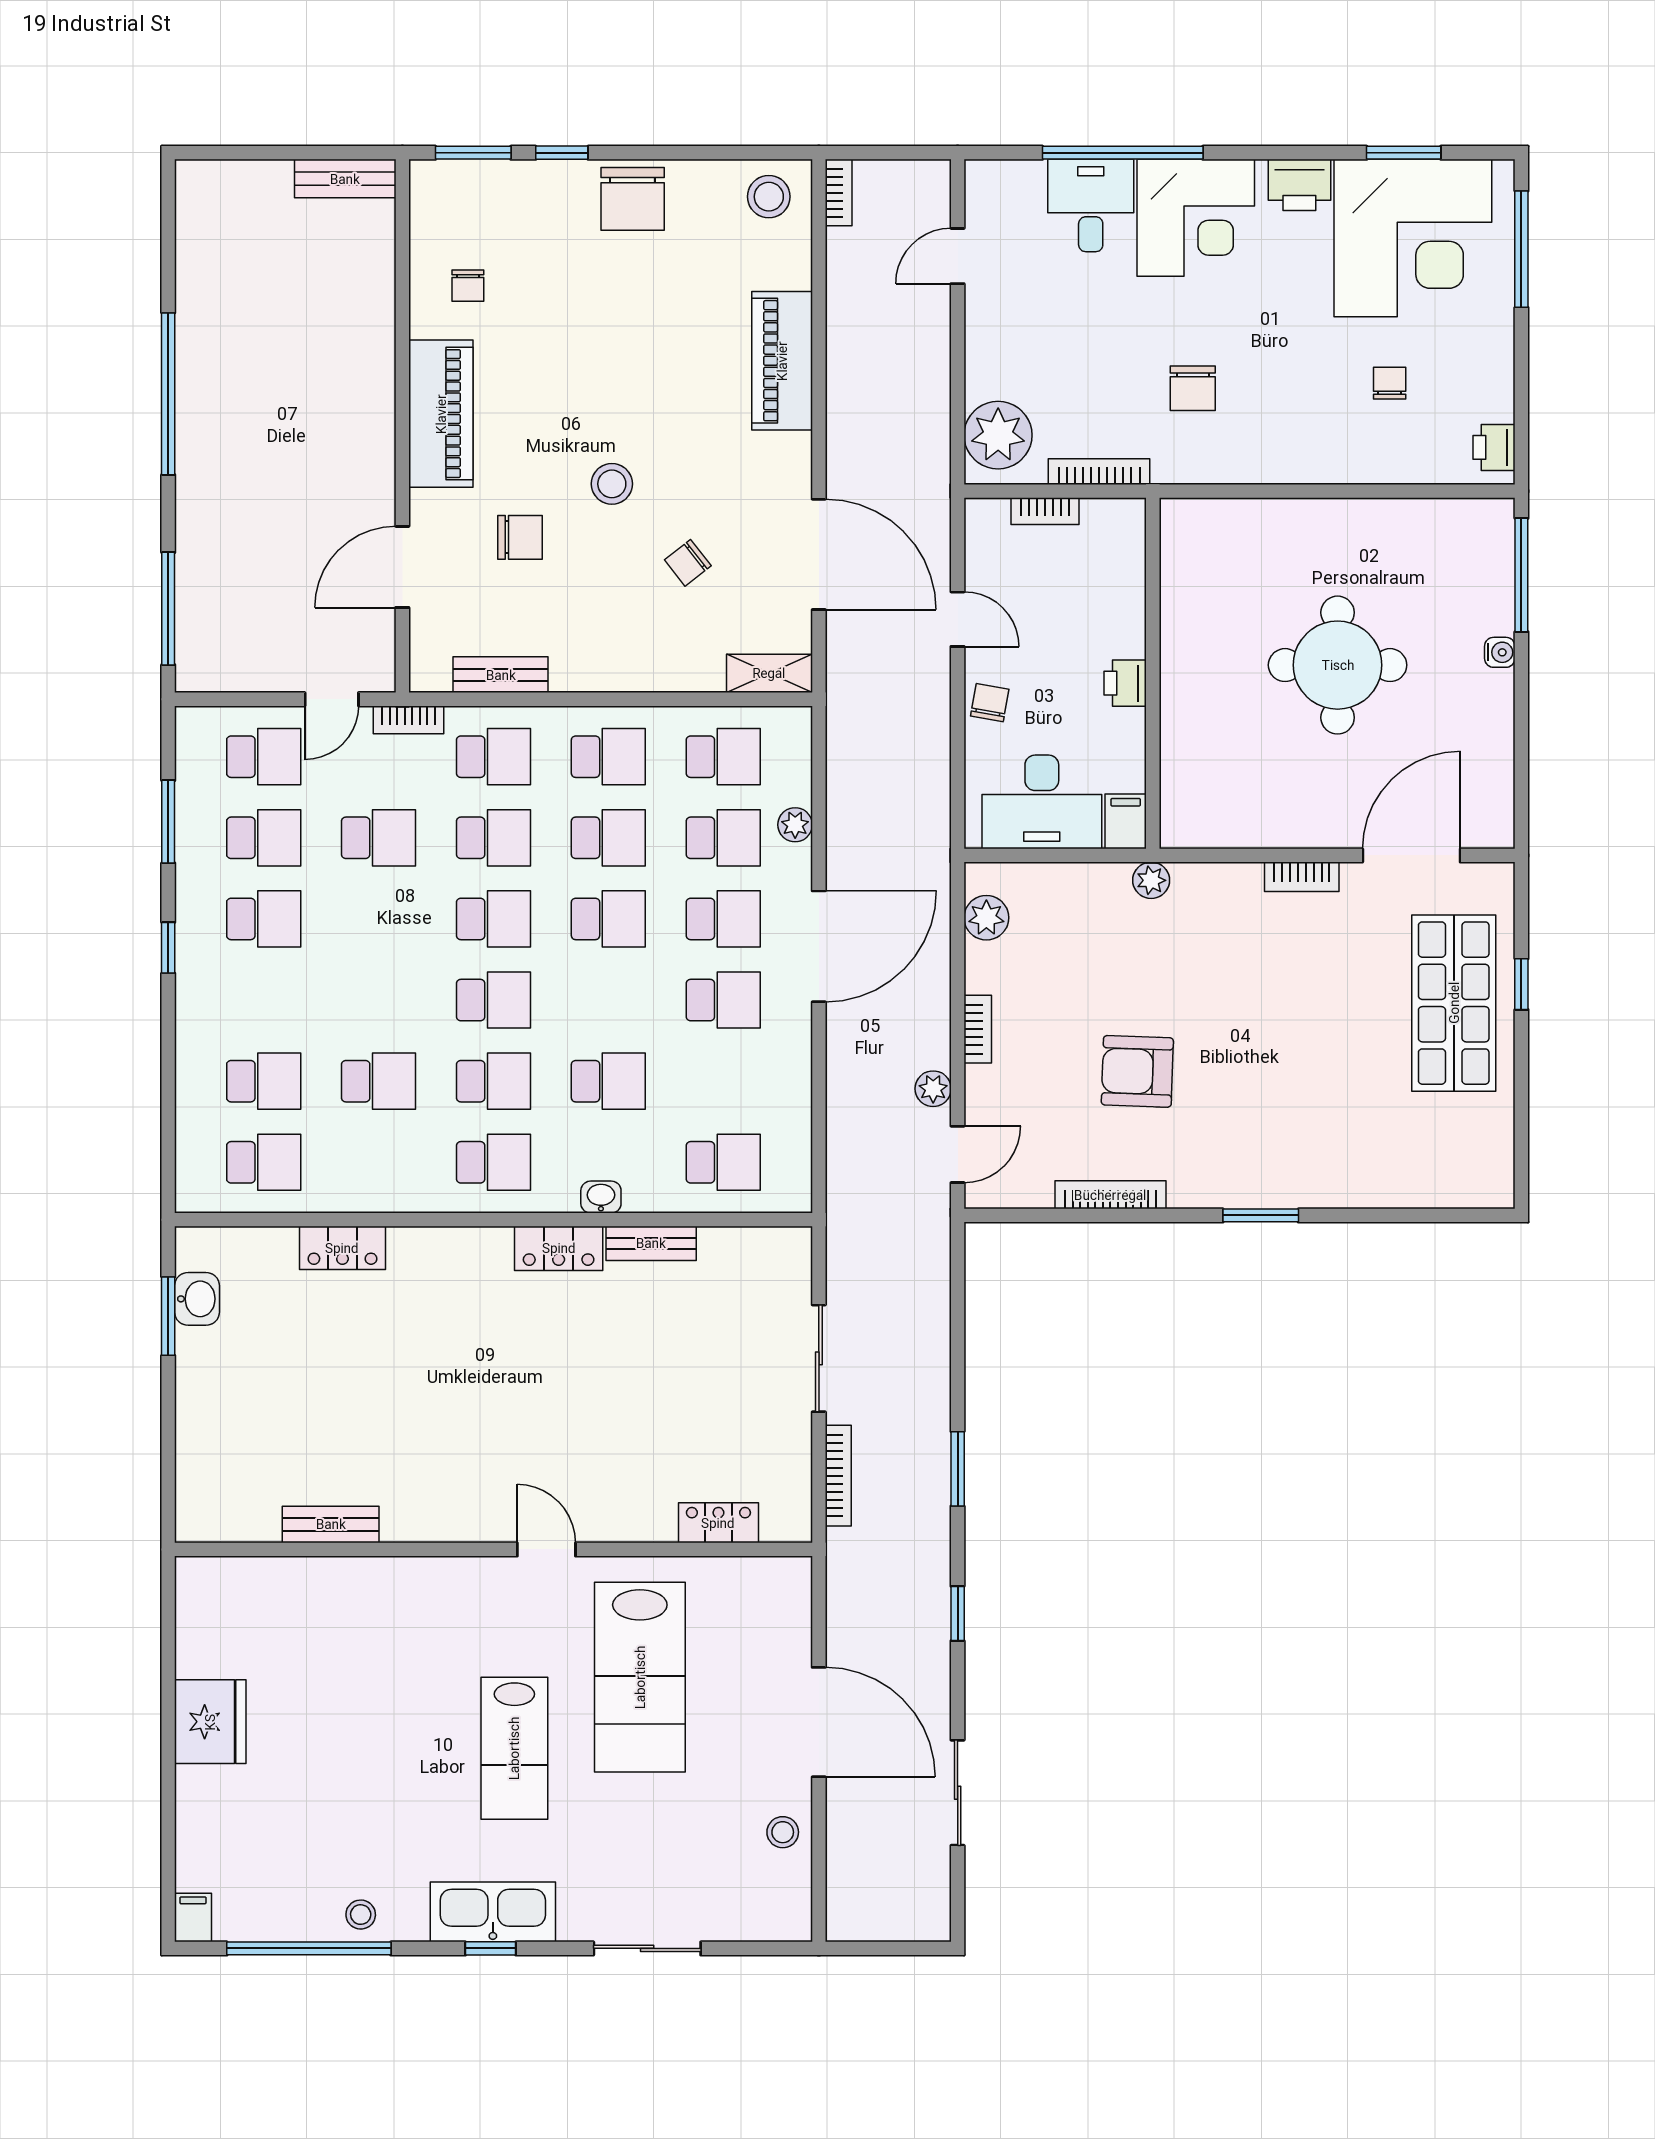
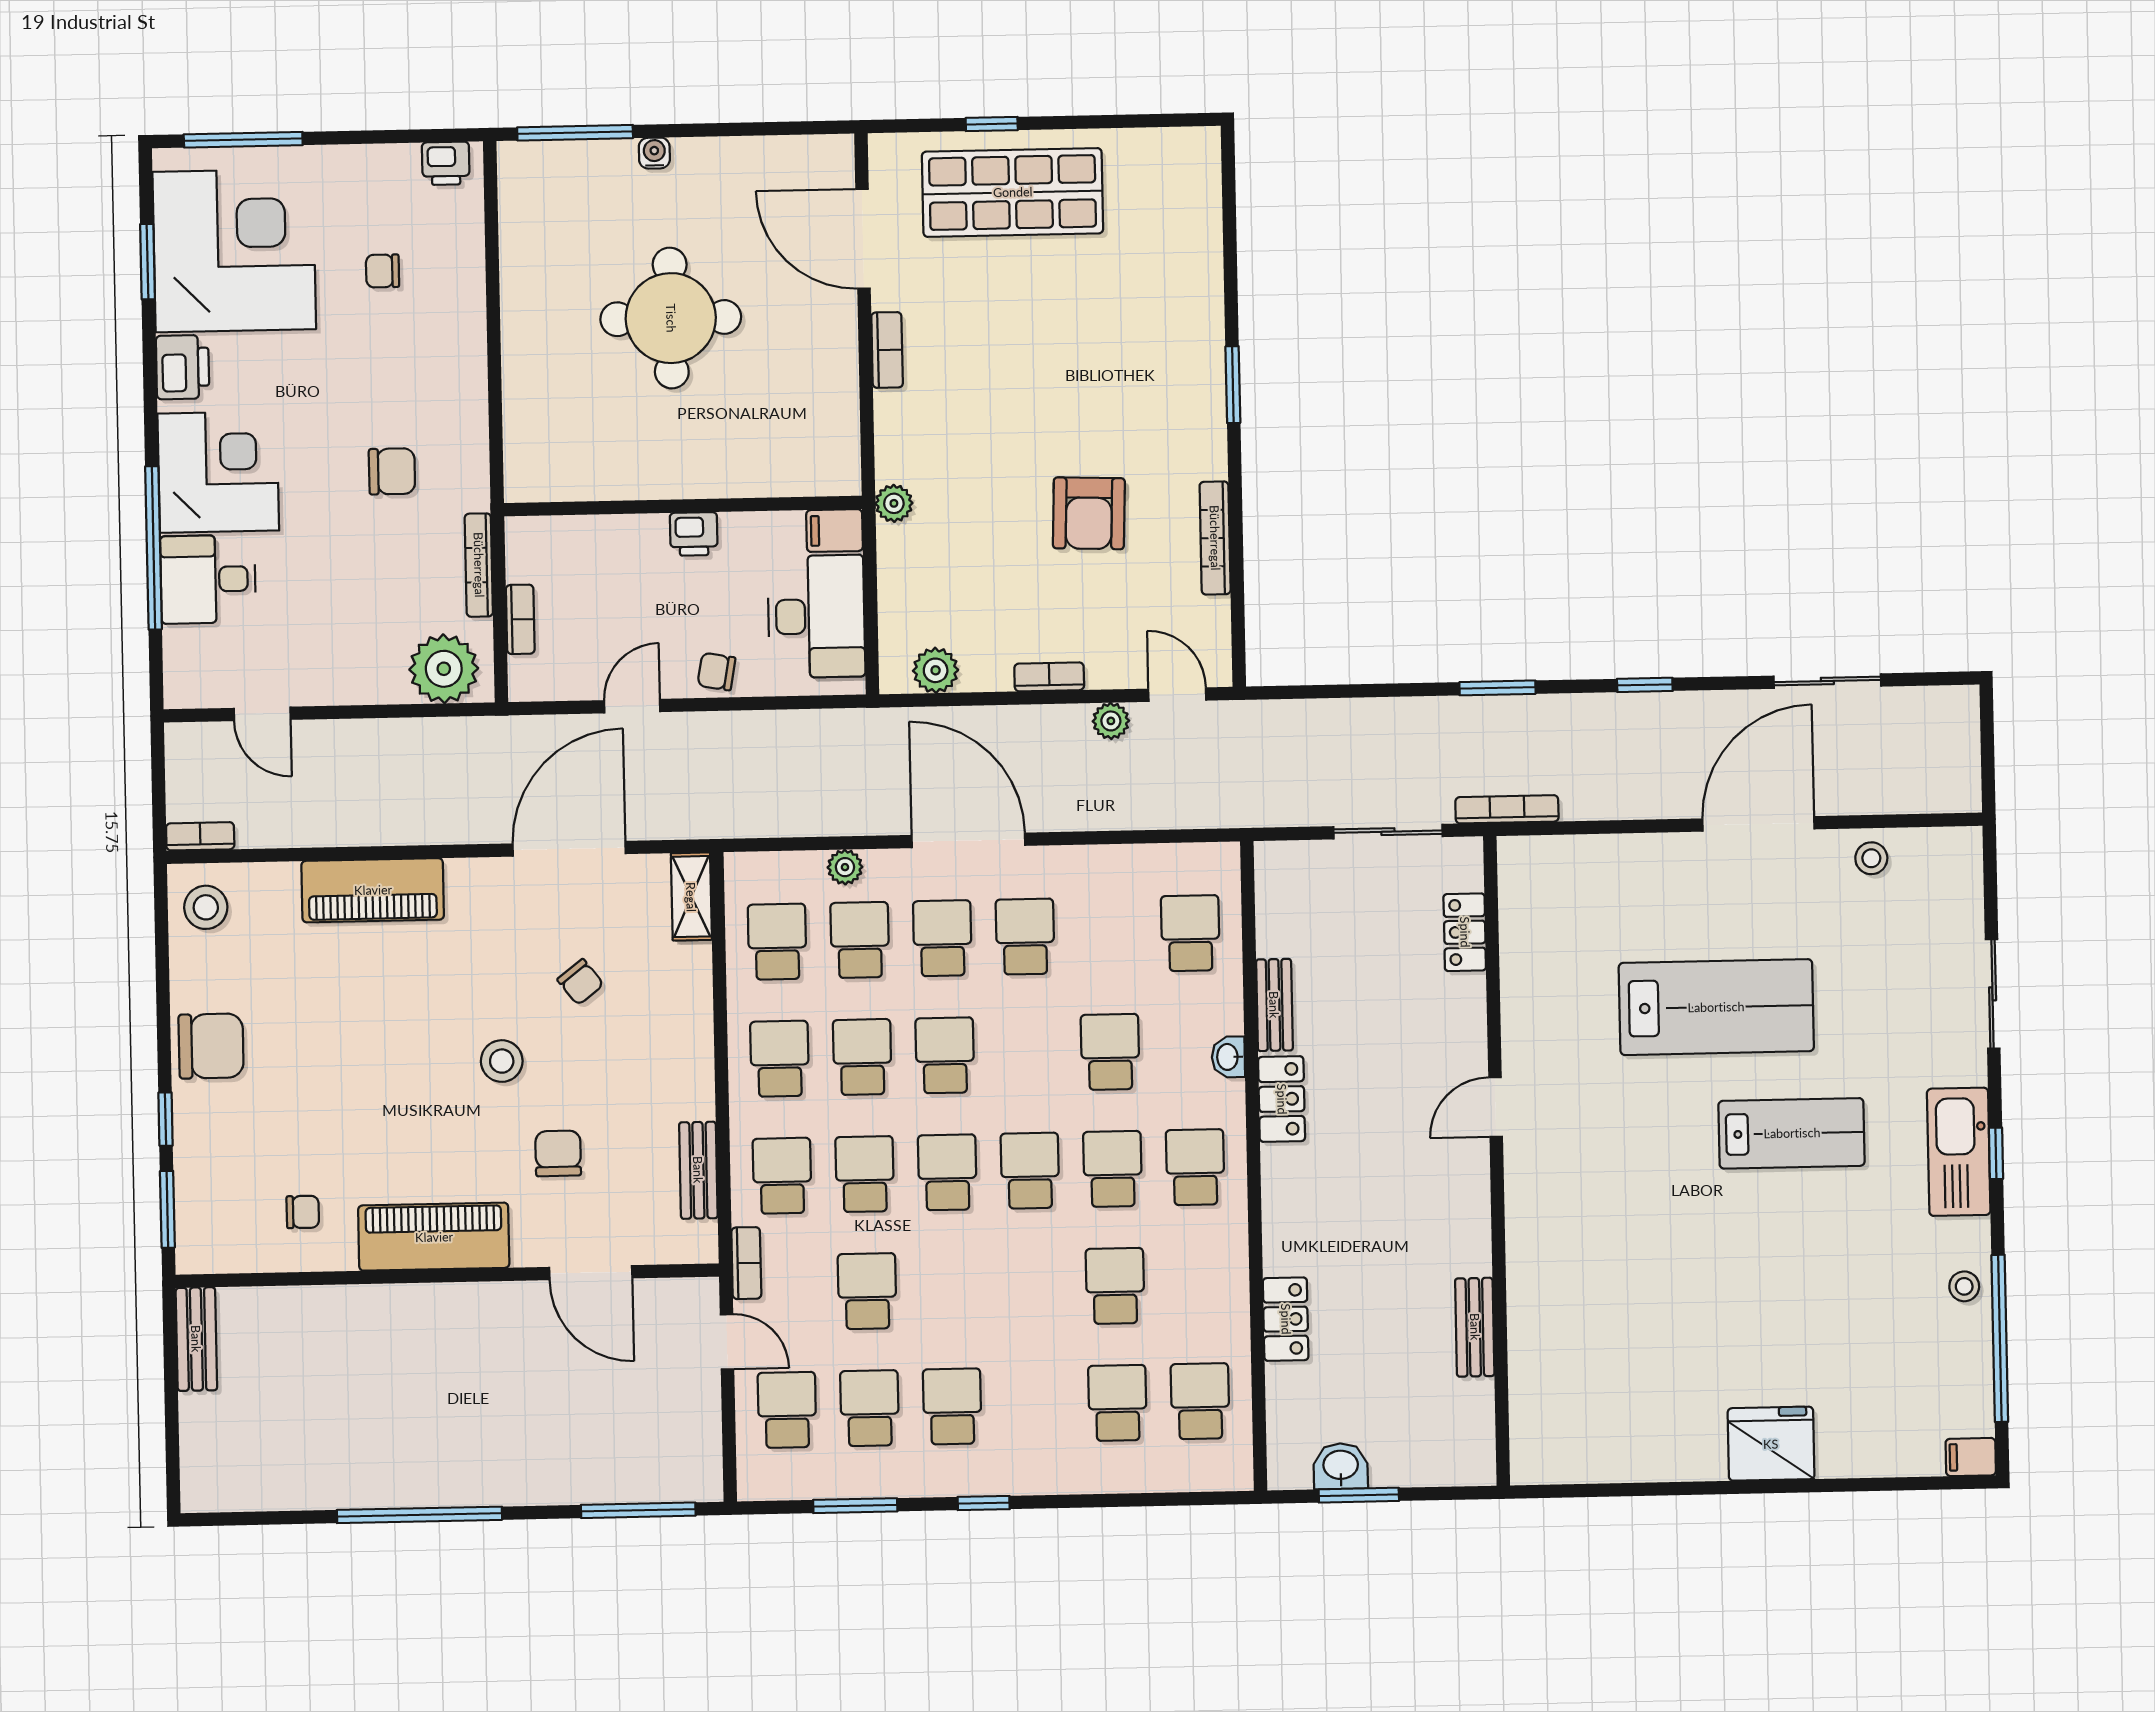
locker: (718, 1523) -> (1465, 932), moved
bench: (331, 1524) -> (1475, 1327), moved
wall: (493, 1549) -> (1497, 1161), moved
door: (546, 1549) -> (1496, 1107), moved

